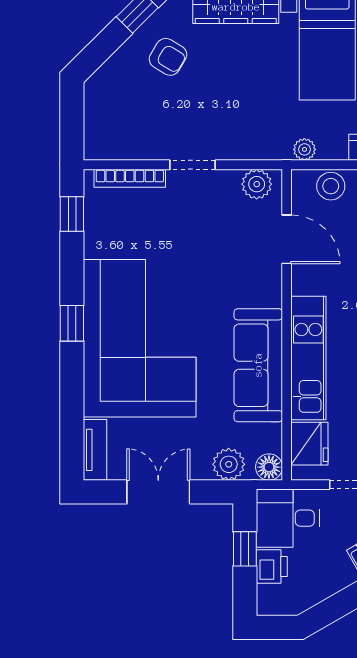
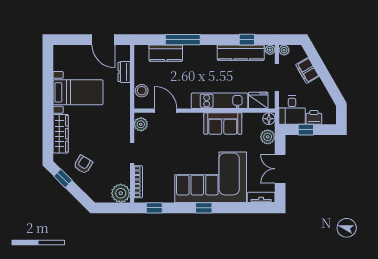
plant: (304, 149) -> (121, 193), moved, width x1.87, depth x1.87
door: (287, 239) -> (166, 111), hinge flipped
sofa: (258, 365) -> (223, 124), width x0.73

